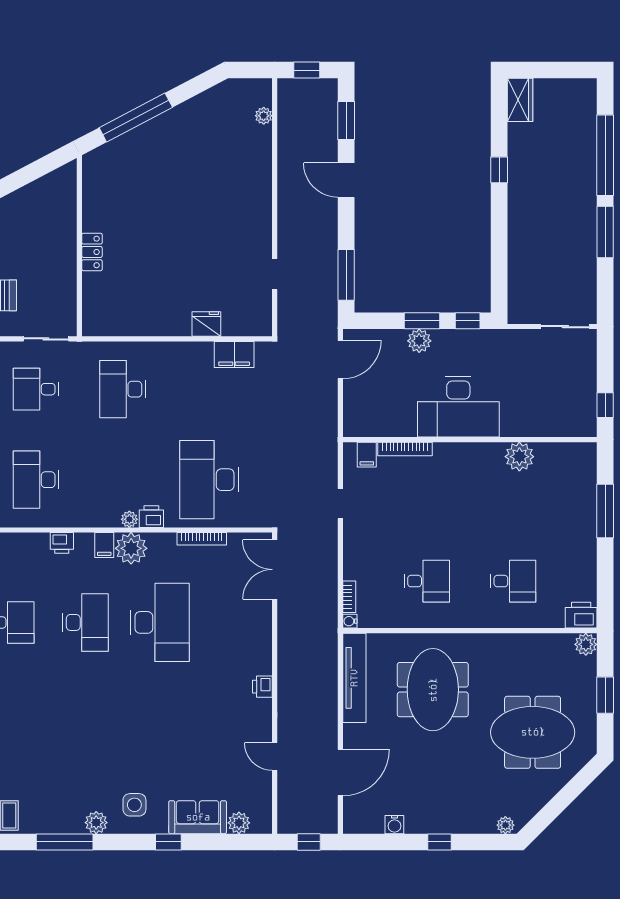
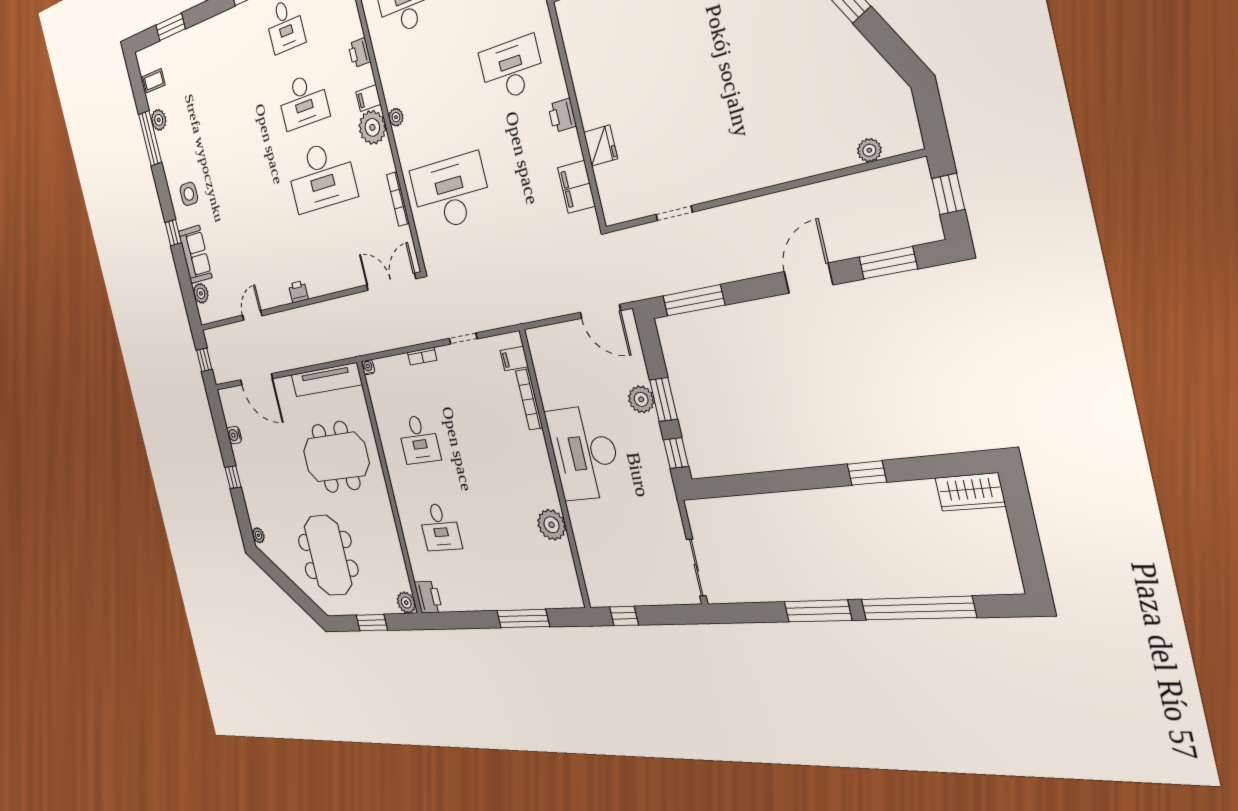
printer: (151, 517) -> (562, 115), moved, turned 180
bookcase: (349, 597) -> (422, 356), moved
plant: (96, 823) -> (159, 120), moved

